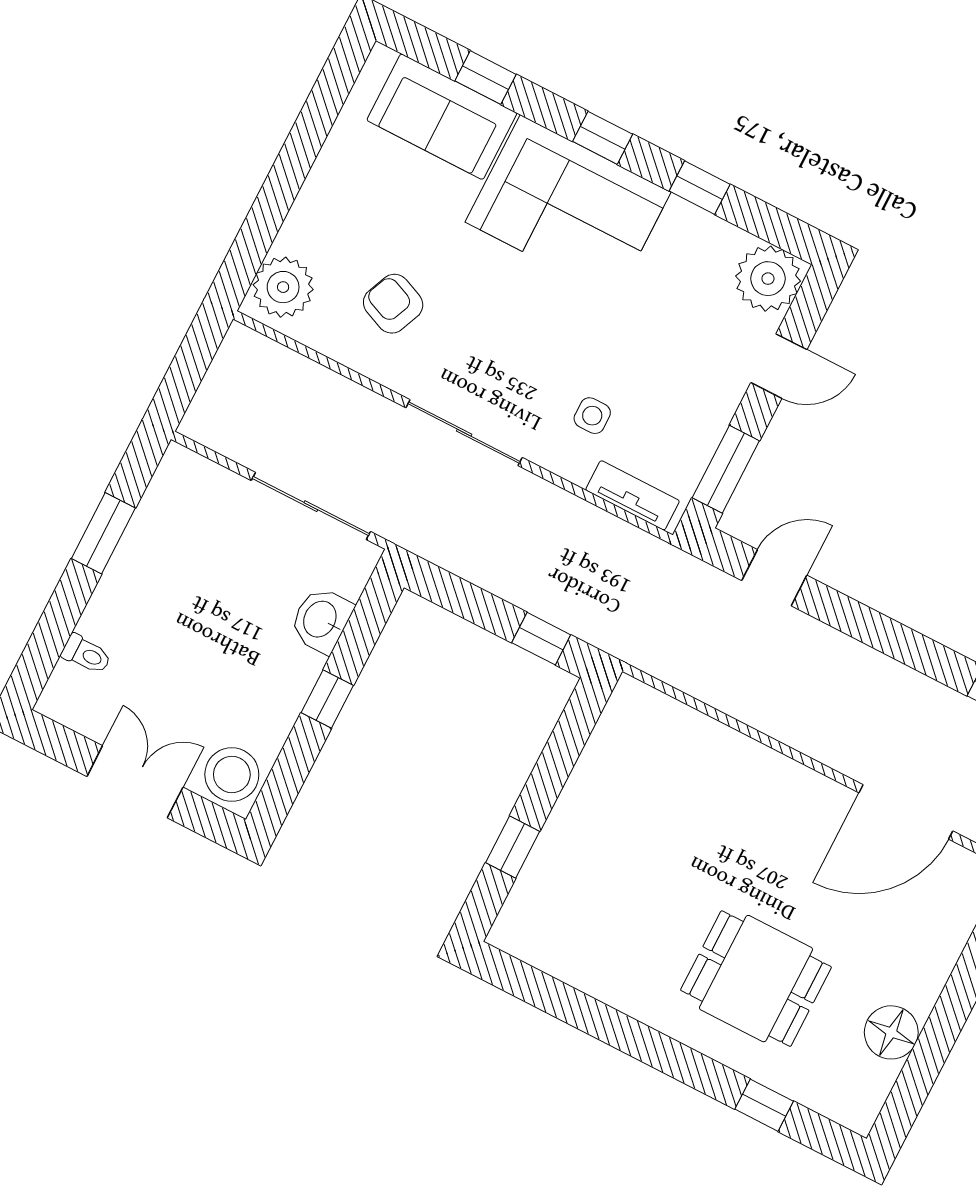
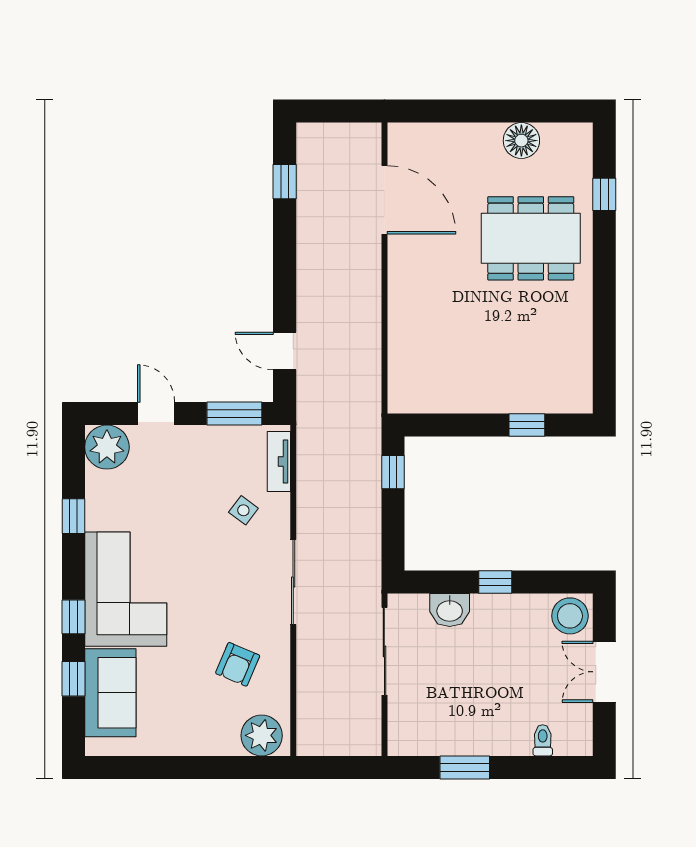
window: (603, 138) -> (73, 617), moved
side table: (592, 416) -> (243, 510), turned 37
dining table: (756, 979) -> (531, 238), width x1.38

